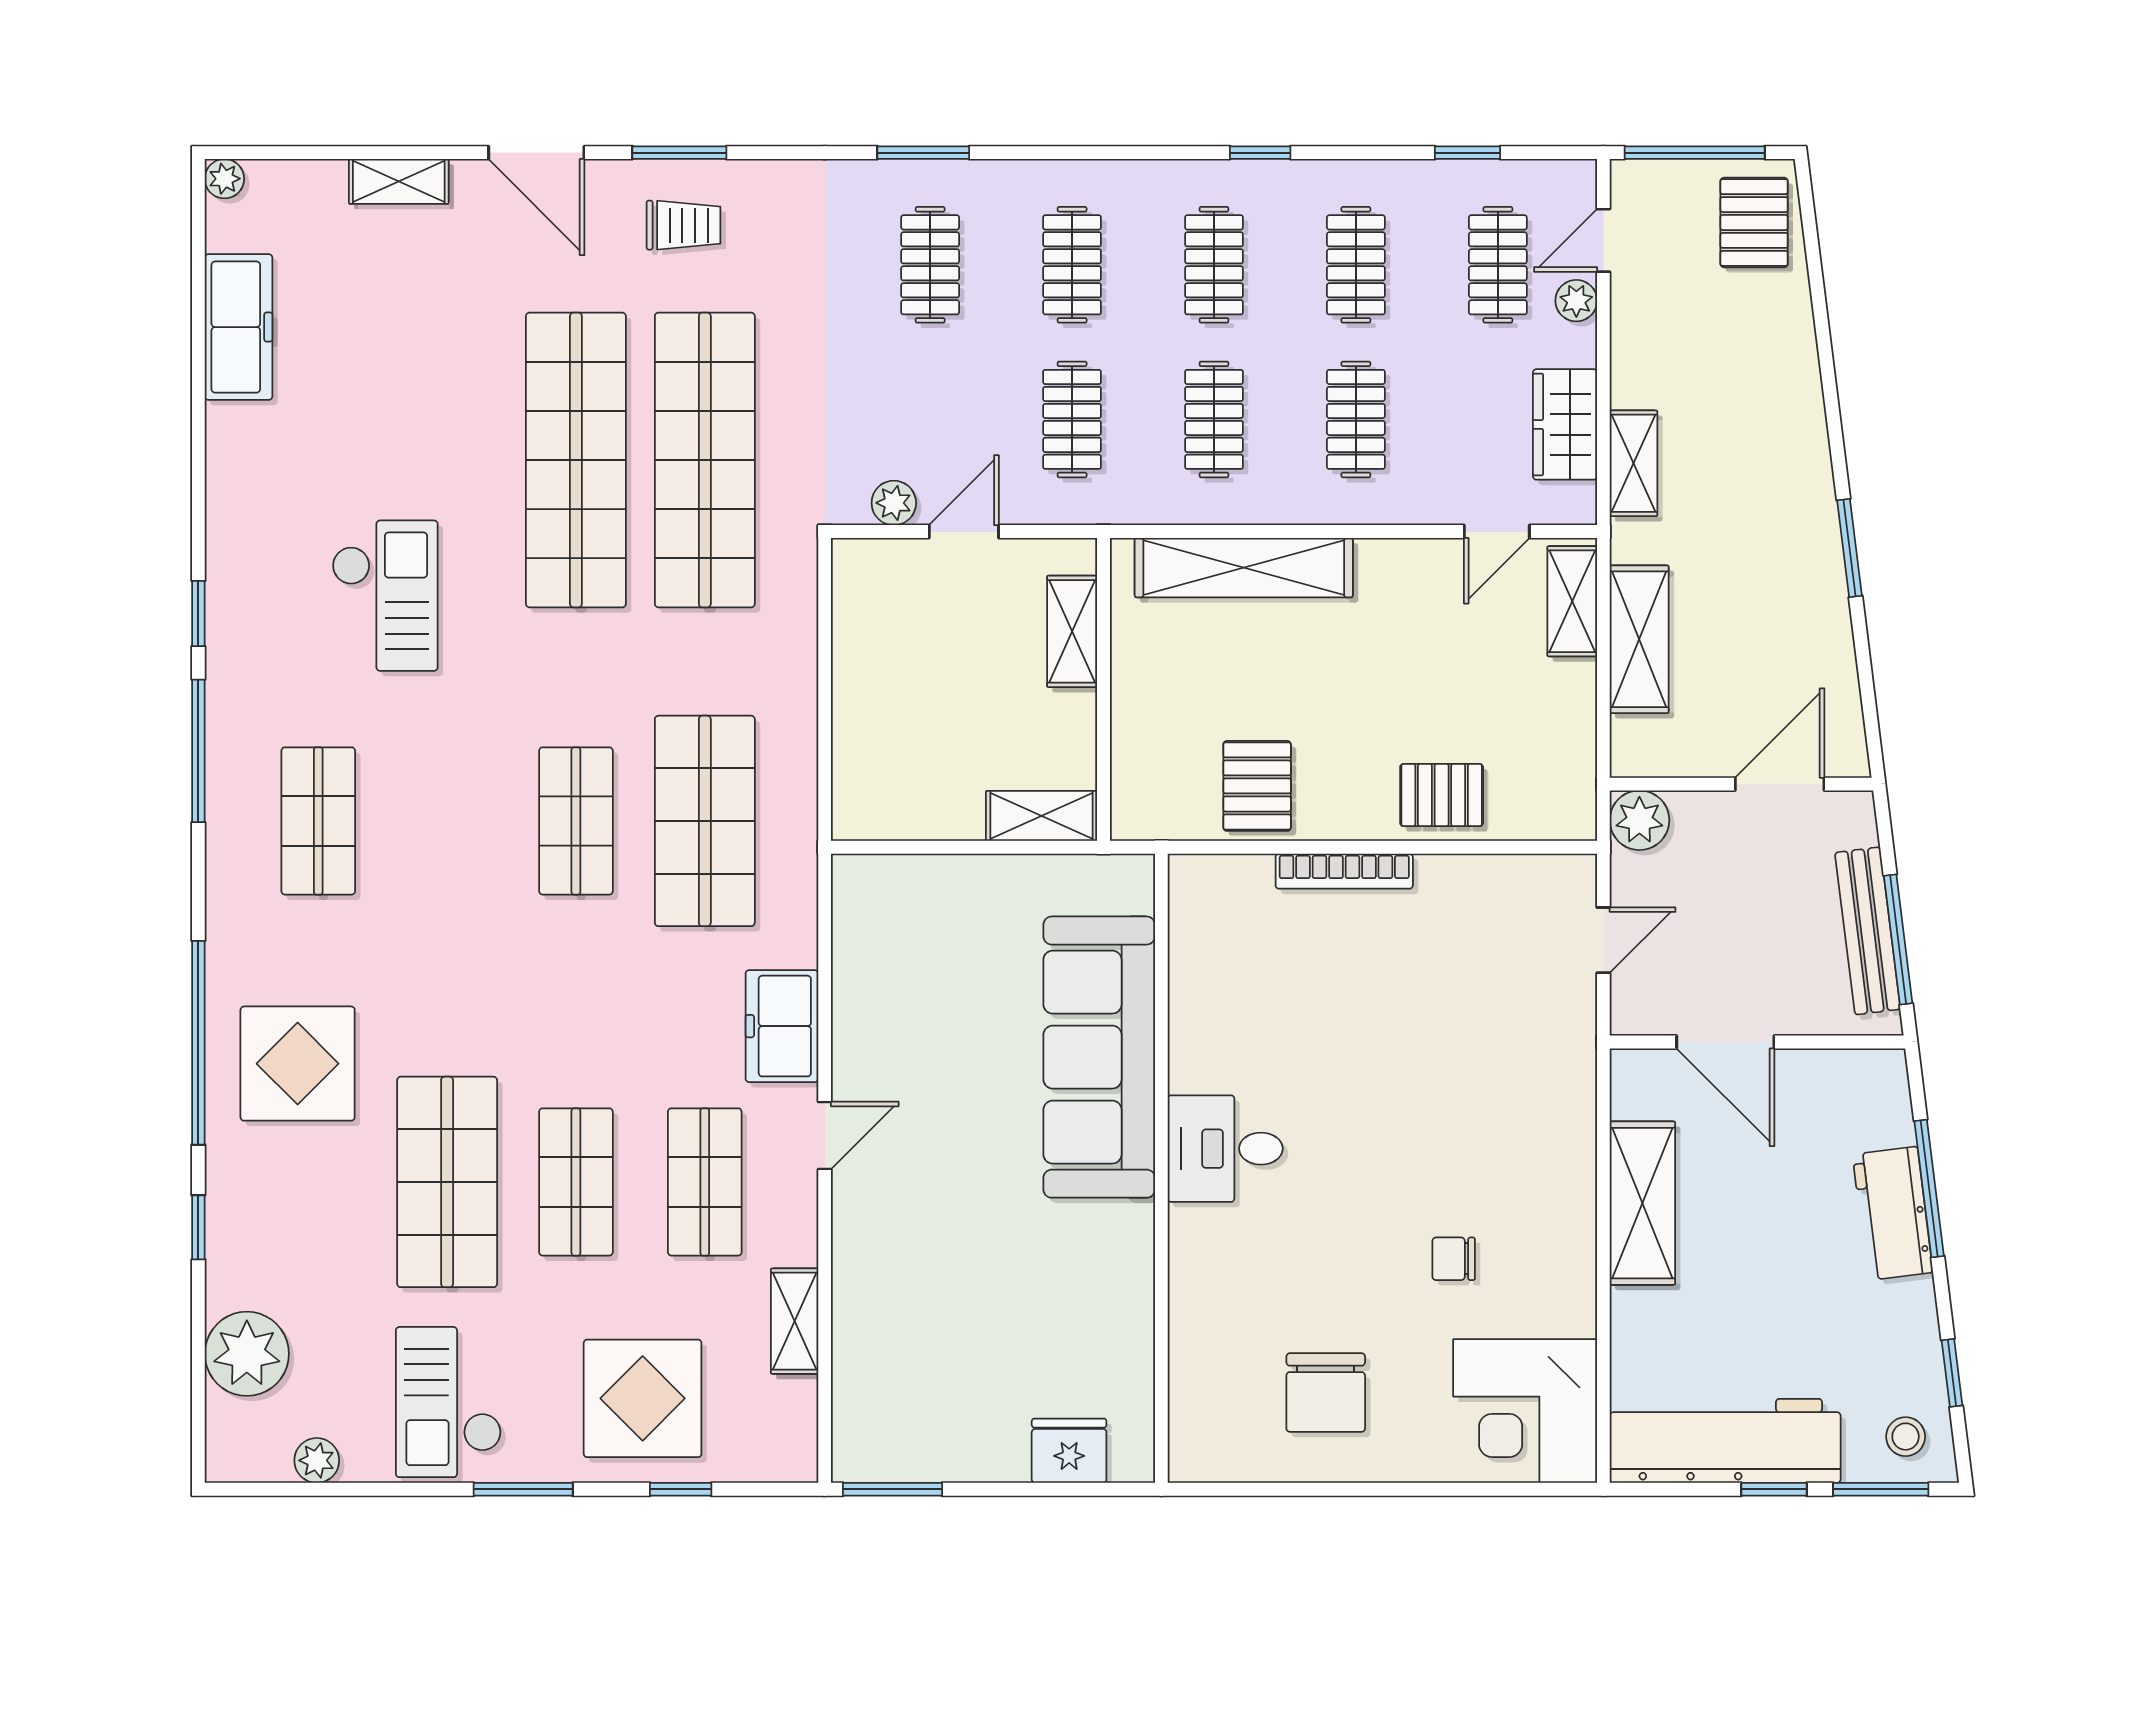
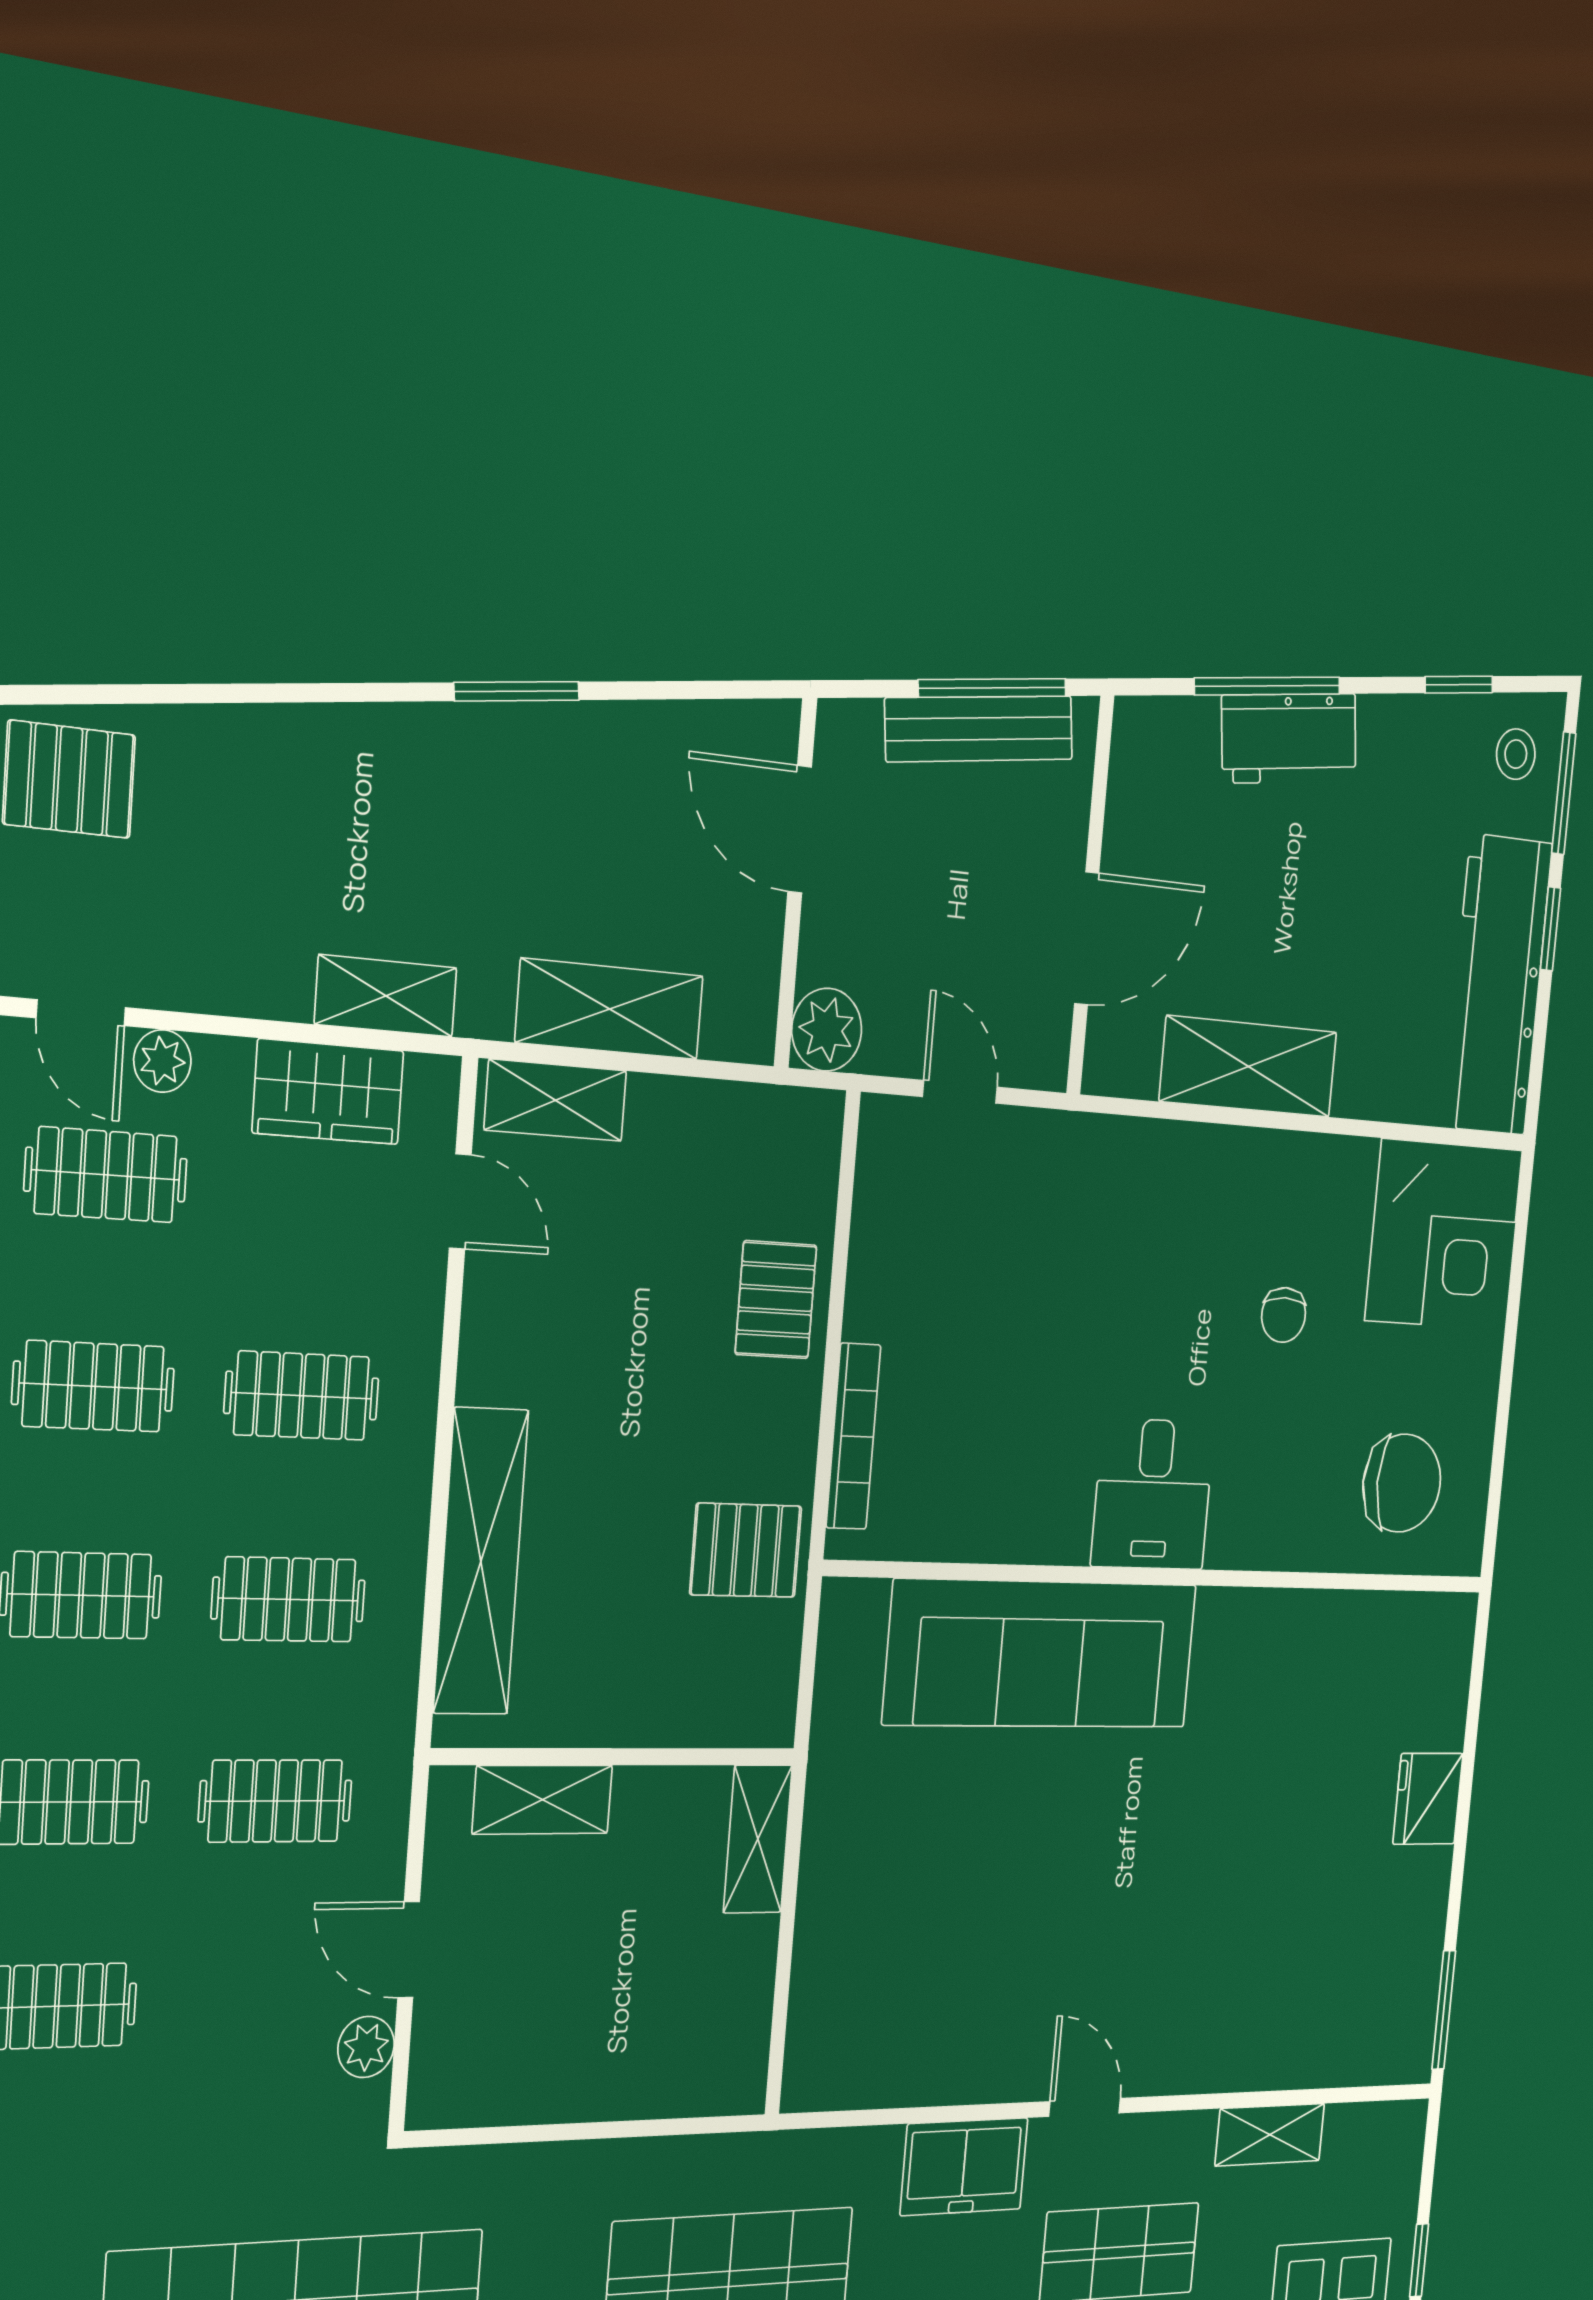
sofa: (1099, 1057) -> (1041, 1654), moved
desk: (1225, 1149) -> (1153, 1494), moved
wall: (1161, 1168) -> (1166, 1577), moved

